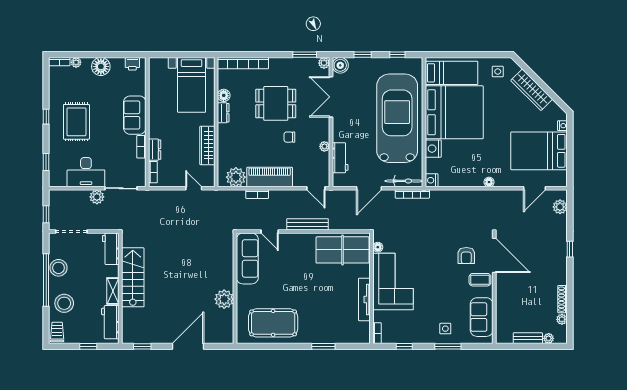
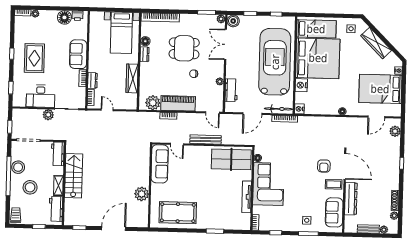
floor lamp: (101, 66) -> (64, 17), moved
door: (194, 188) -> (107, 110), moved
dresser: (503, 298) -> (351, 199), added
stool: (64, 303) -> (30, 187), moved

